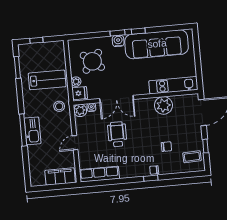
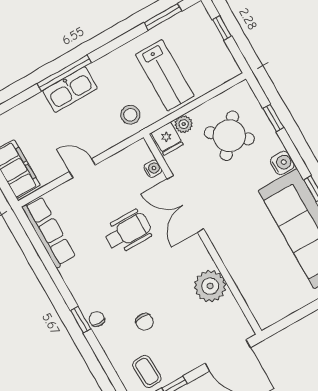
window: (118, 33) -> (273, 118), moved
kitchen unit: (173, 85) -> (251, 287), removed
plant: (80, 110) -> (139, 153), removed

